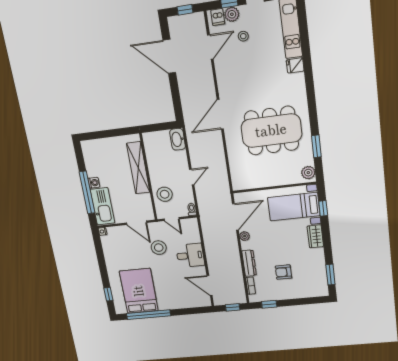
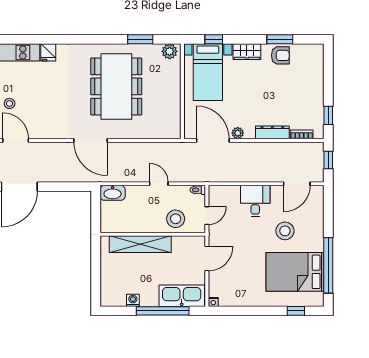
washing machine: (94, 183) -> (133, 300), moved
stool: (159, 248) -> (285, 231), moved
armchair: (283, 272) -> (280, 55), moved, turned -90
window: (330, 275) -> (280, 39), moved

